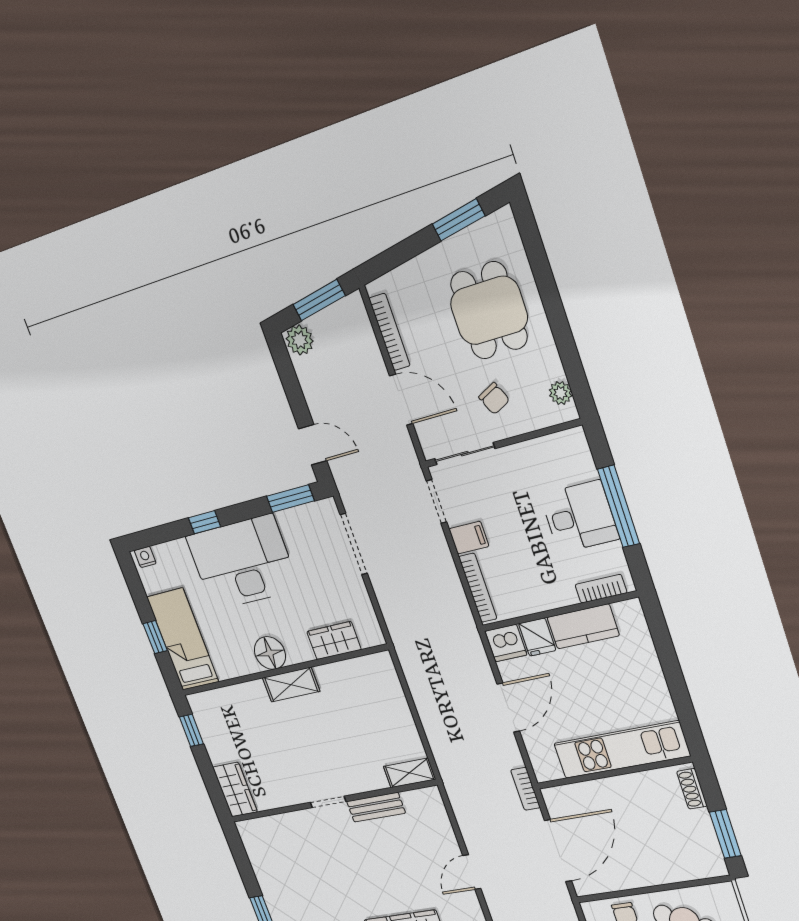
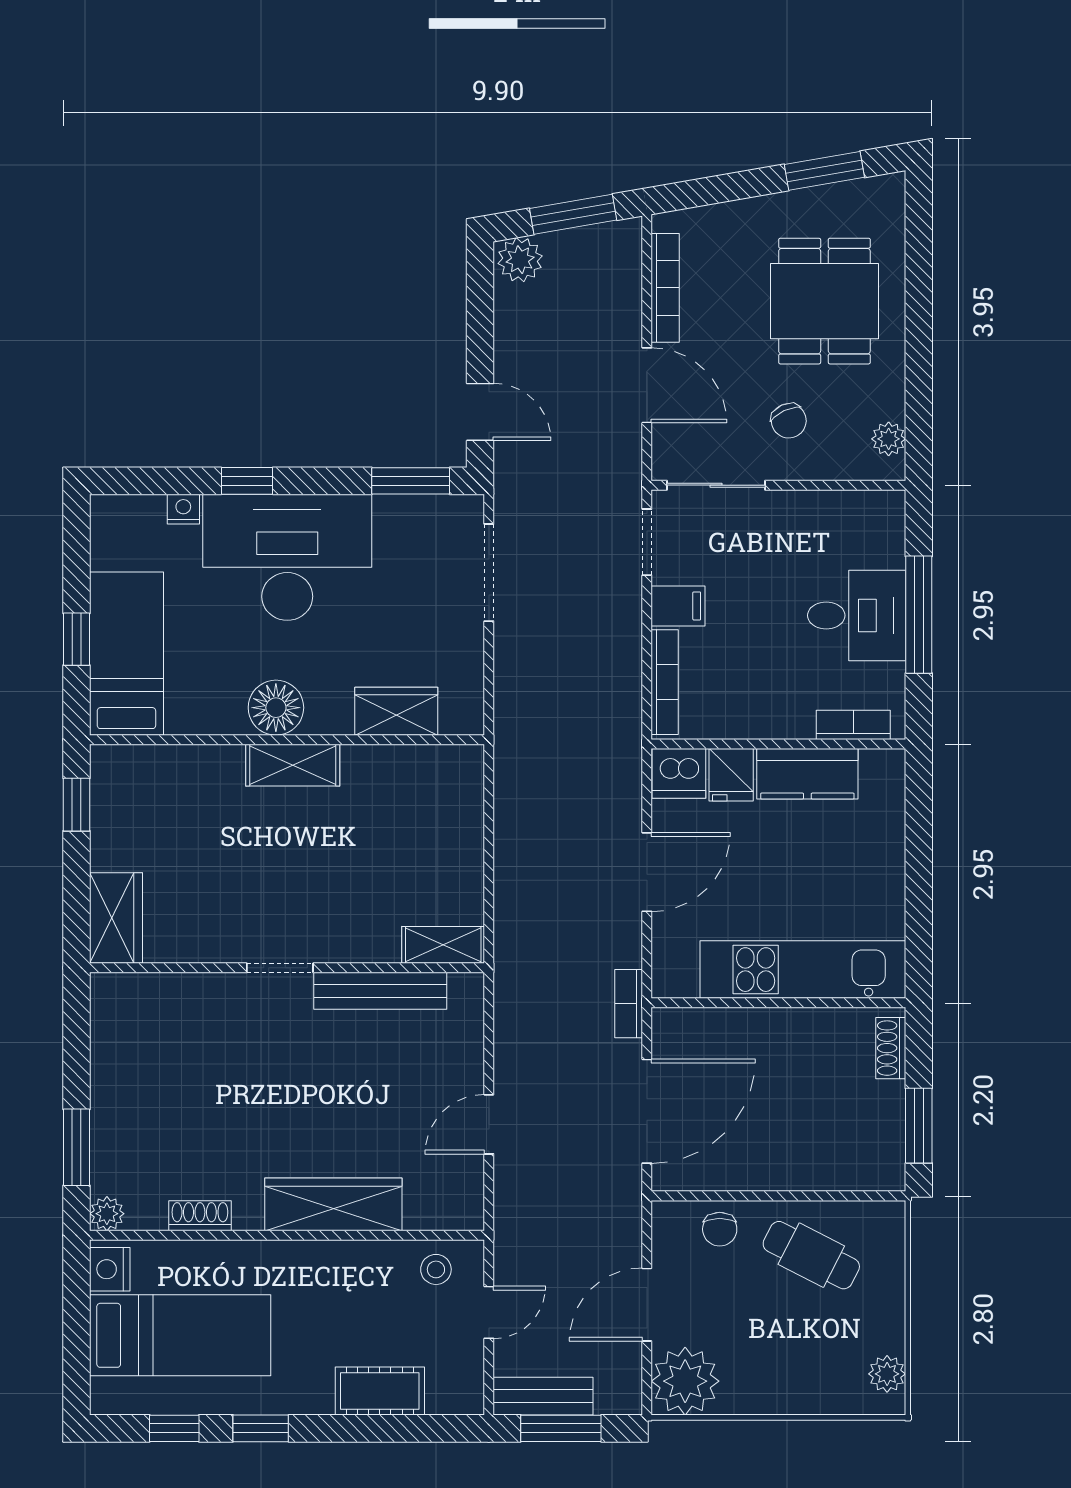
nightstand: (145, 557) -> (183, 509), moved
bench: (376, 807) -> (380, 991), width x1.36

